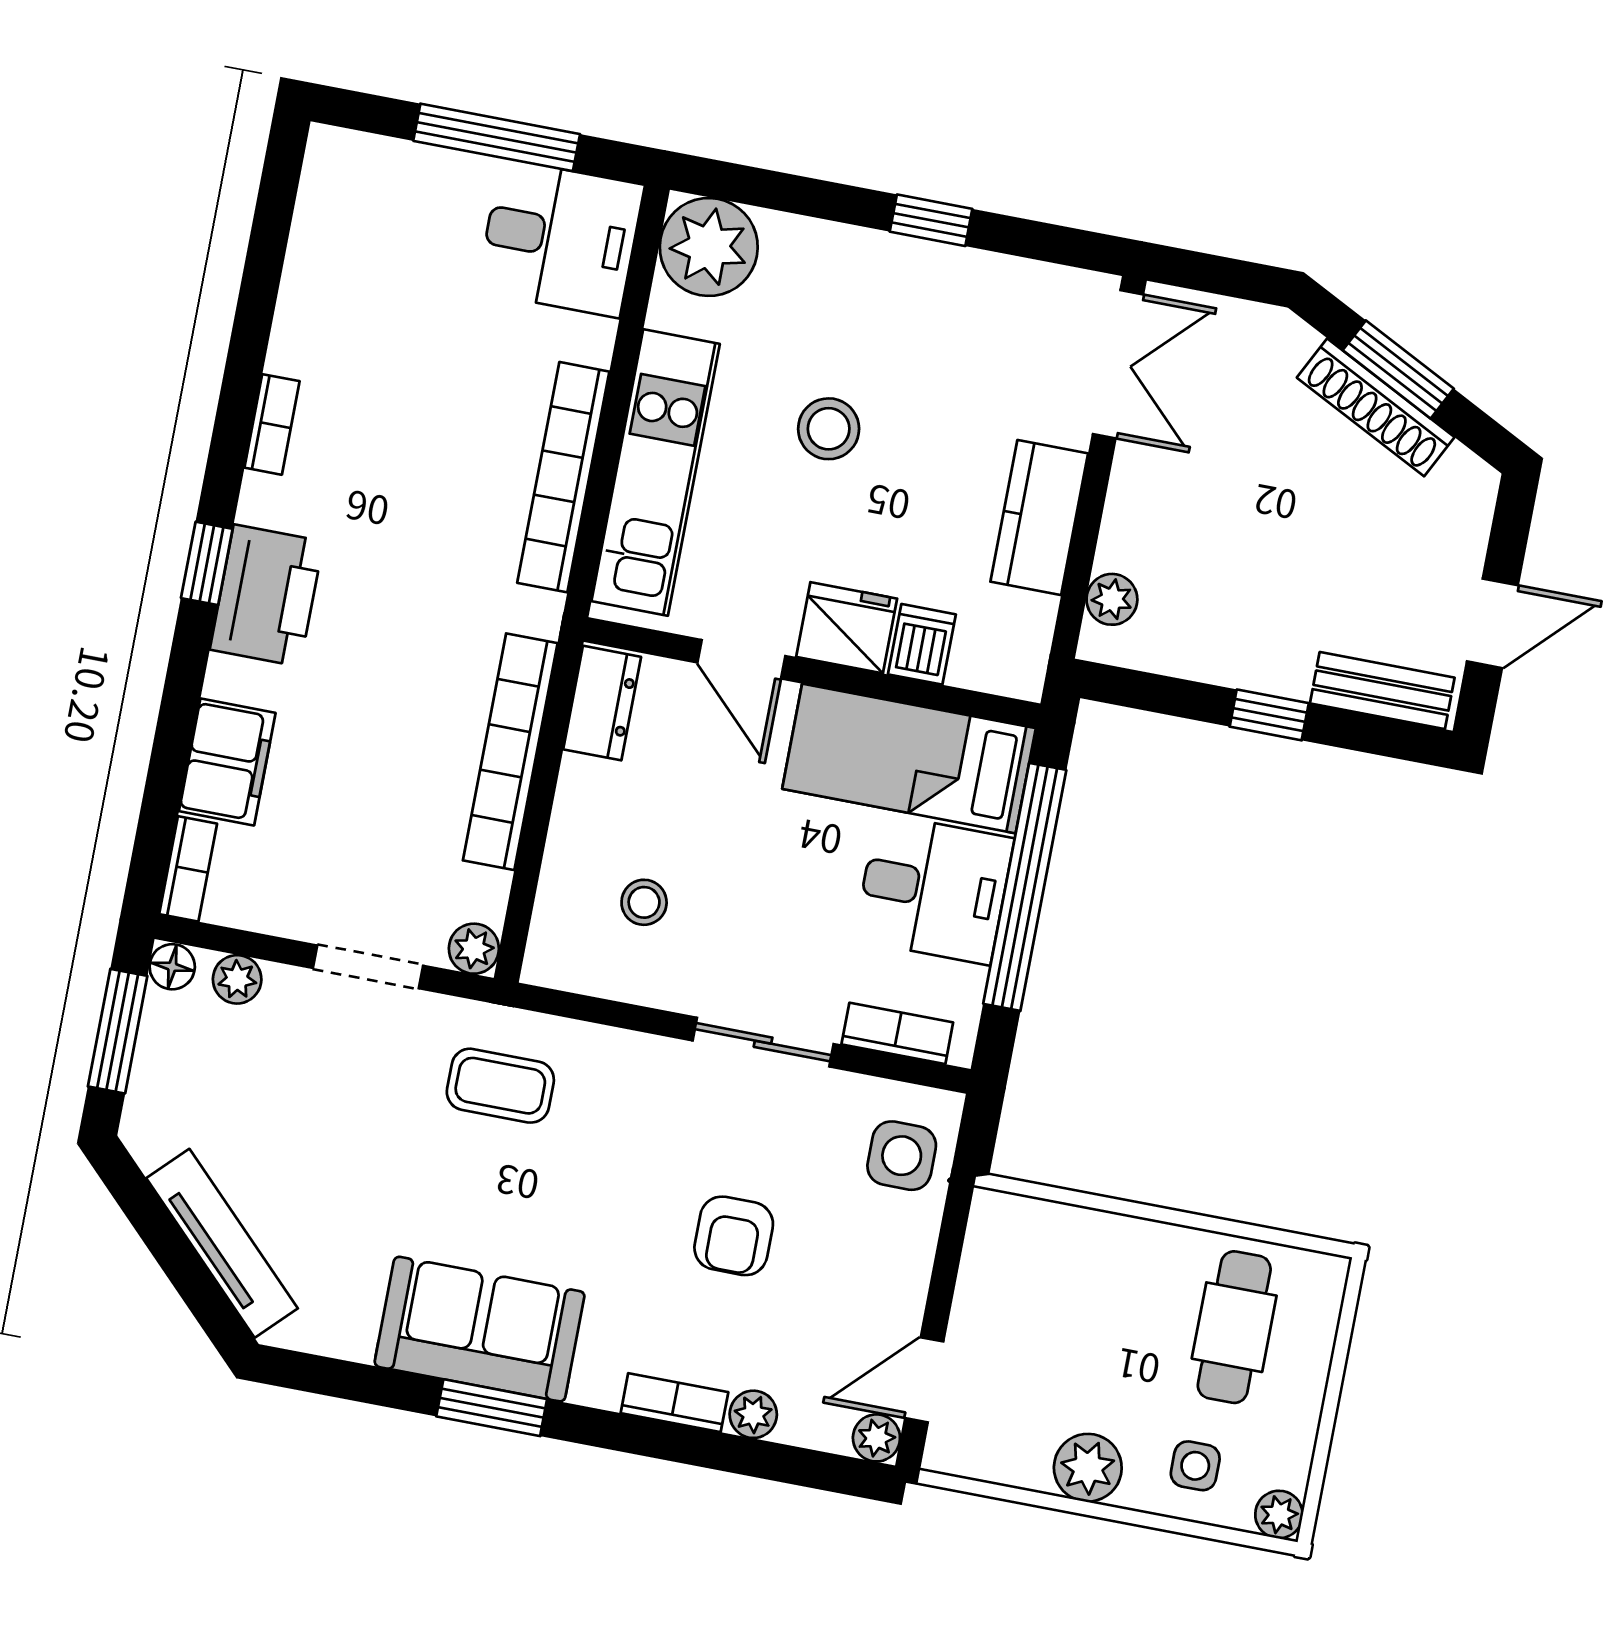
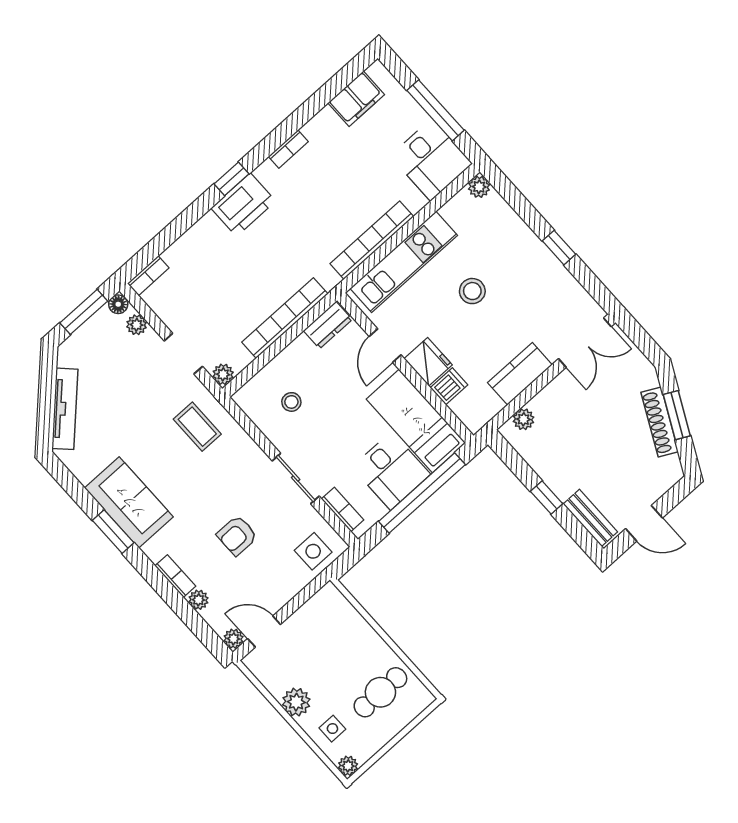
plant: (709, 247) -> (479, 187), width x0.53, depth x0.53
filing cabinet: (227, 762) -> (356, 99), moved

